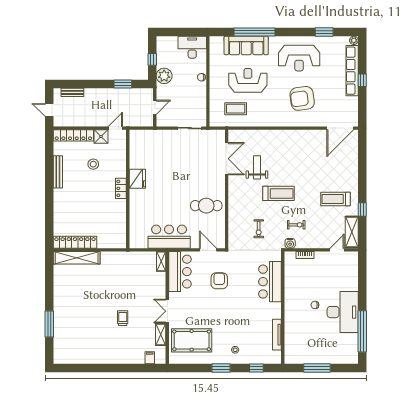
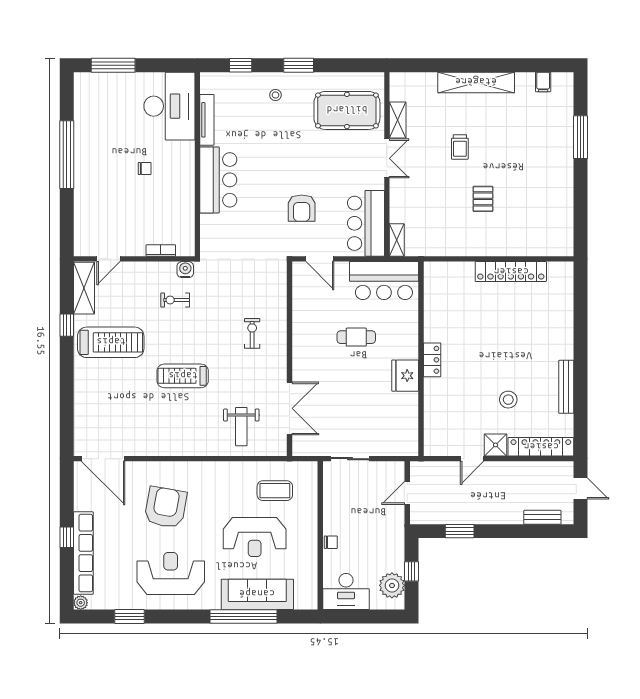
plant: (164, 76) -> (392, 585), moved
armchair: (302, 98) -> (166, 507), turned -72
door: (340, 128) -> (103, 459), swing flipped
double door: (227, 159) -> (290, 408), swing flipped
weight bench: (257, 167) -> (241, 427), moved
fridge: (137, 179) -> (405, 376), moved
locker: (121, 188) -> (432, 360), moved
wall: (128, 189) -> (421, 359), moved
treadmill: (278, 193) -> (183, 376), moved
treadmill: (336, 199) -> (111, 342), width x1.37, depth x1.38
cafe table: (206, 206) -> (356, 337), moved, width x0.73, depth x0.74
exercise bike: (259, 229) -> (252, 333), moved
locker: (75, 242) -> (511, 272), moved
shelving: (77, 258) -> (476, 82), moved
bar counter: (270, 282) -> (218, 180), moved
pallet: (109, 286) -> (483, 199), added
desk: (343, 312) -> (169, 106), moved, turned 180
window: (362, 331) -> (67, 155), moved
filing cabinet: (150, 358) -> (543, 82), moved
window: (317, 368) -> (113, 65), moved

